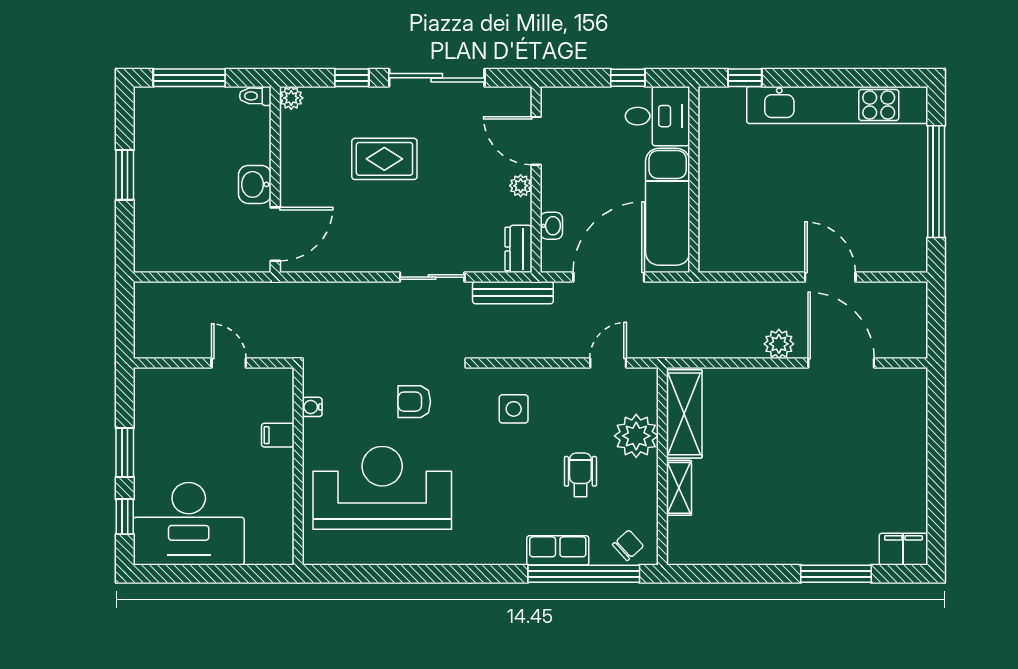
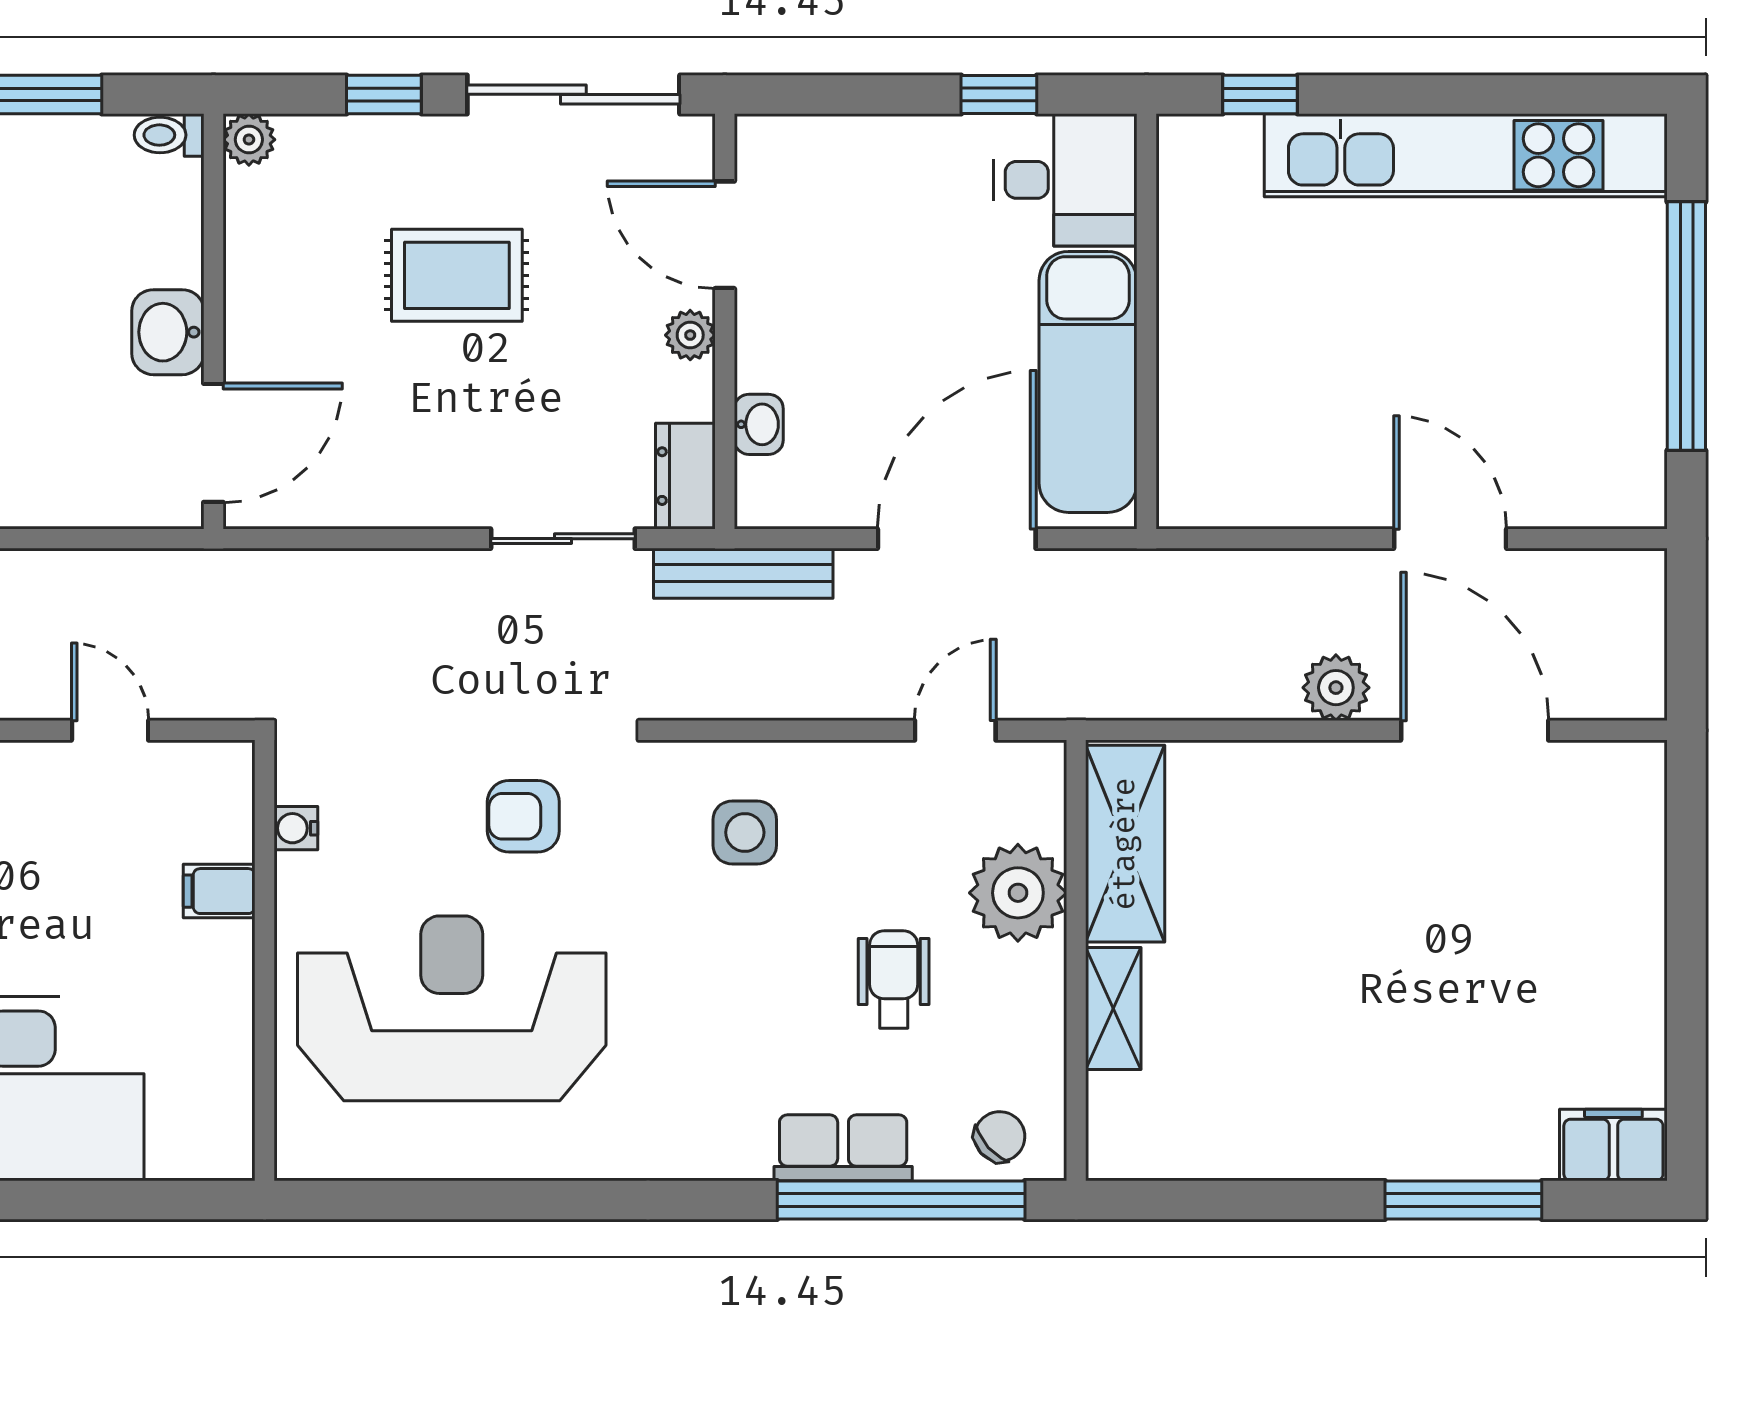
door: (536, 141) -> (725, 235), moved
wall: (536, 180) -> (725, 321), moved
plant: (521, 186) -> (690, 335), moved
washbasin: (551, 226) -> (759, 424), moved
dresser: (518, 249) -> (685, 476), moved

